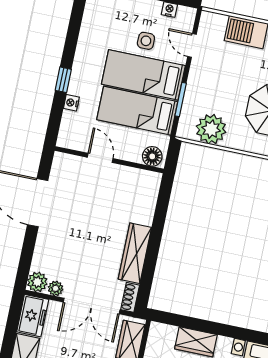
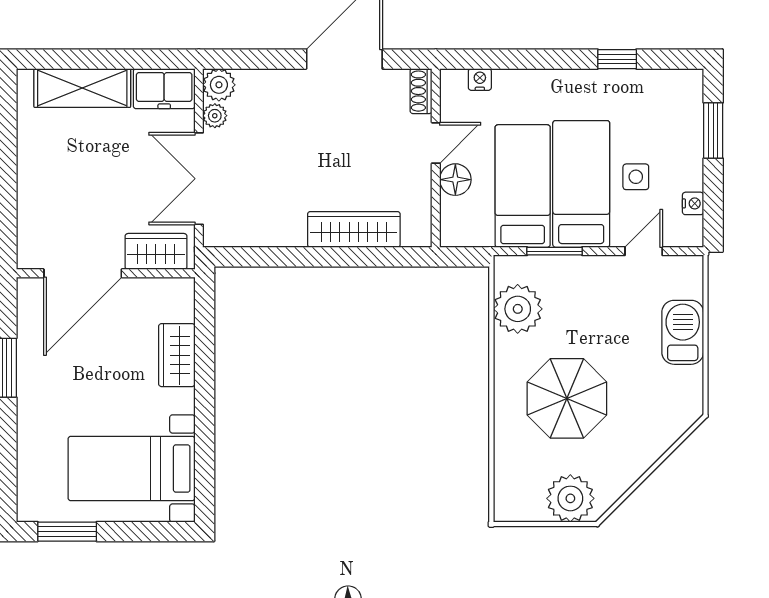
window: (63, 80) -> (617, 59), moved
nightstand: (71, 103) -> (480, 79), moved
floor lamp: (152, 156) -> (455, 180), moved
wardrobe: (135, 253) -> (354, 229), moved
shoe rack: (130, 297) -> (421, 91), moved, turned -90

